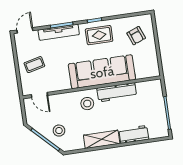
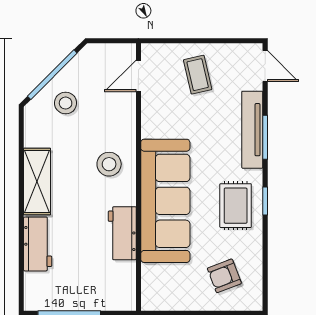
workbench: (117, 92) -> (122, 233), width x0.73

